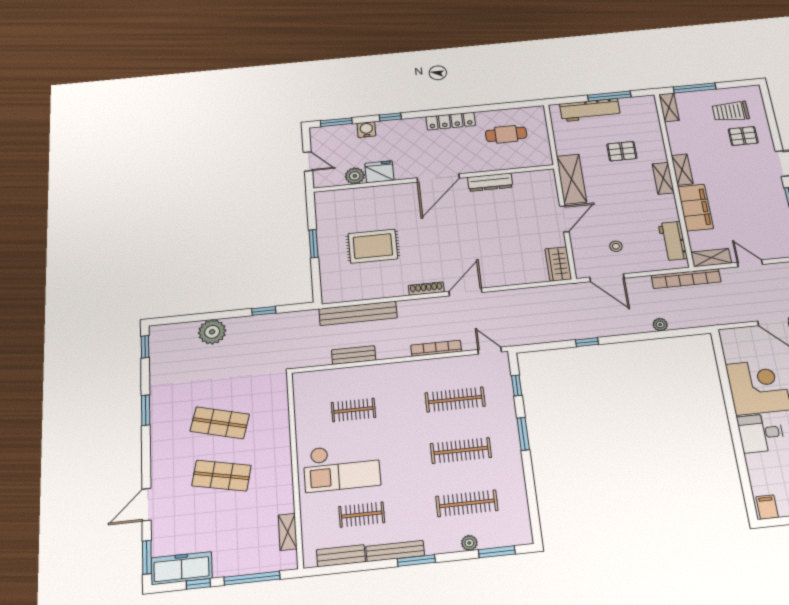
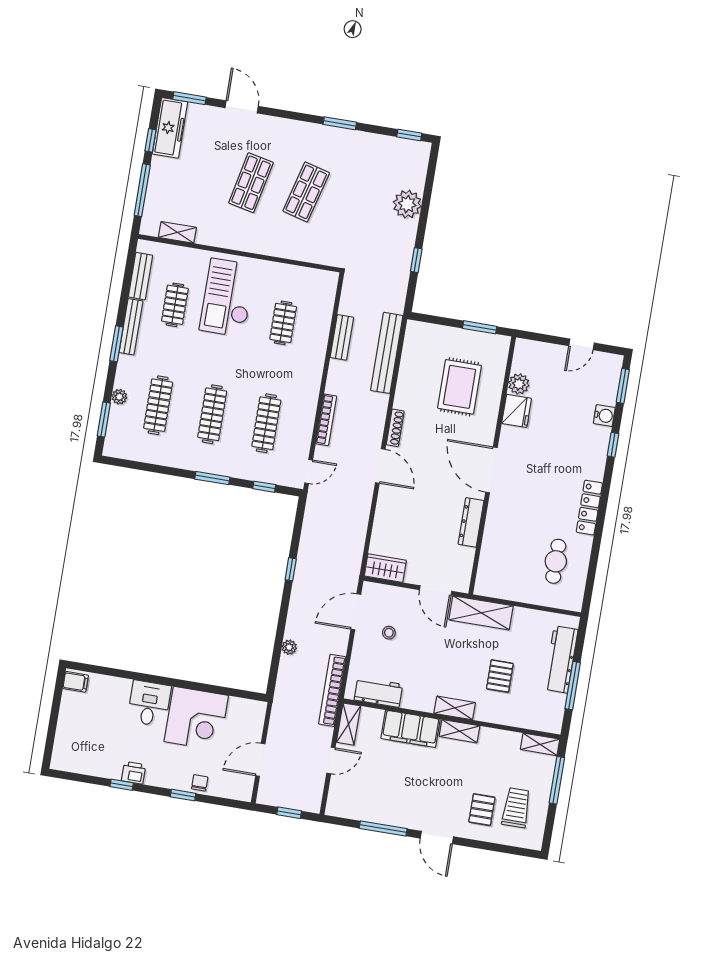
fridge: (379, 172) -> (517, 411), moved
plant: (355, 176) -> (519, 384), moved
wall: (434, 178) -> (492, 465), moved
door: (438, 178) -> (491, 470), moved
dresser: (490, 182) -> (471, 522), moved

